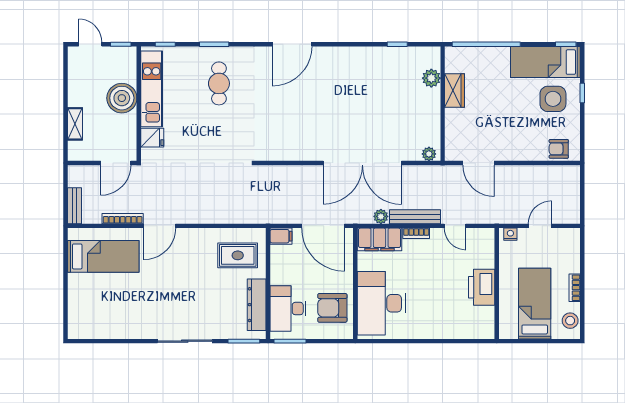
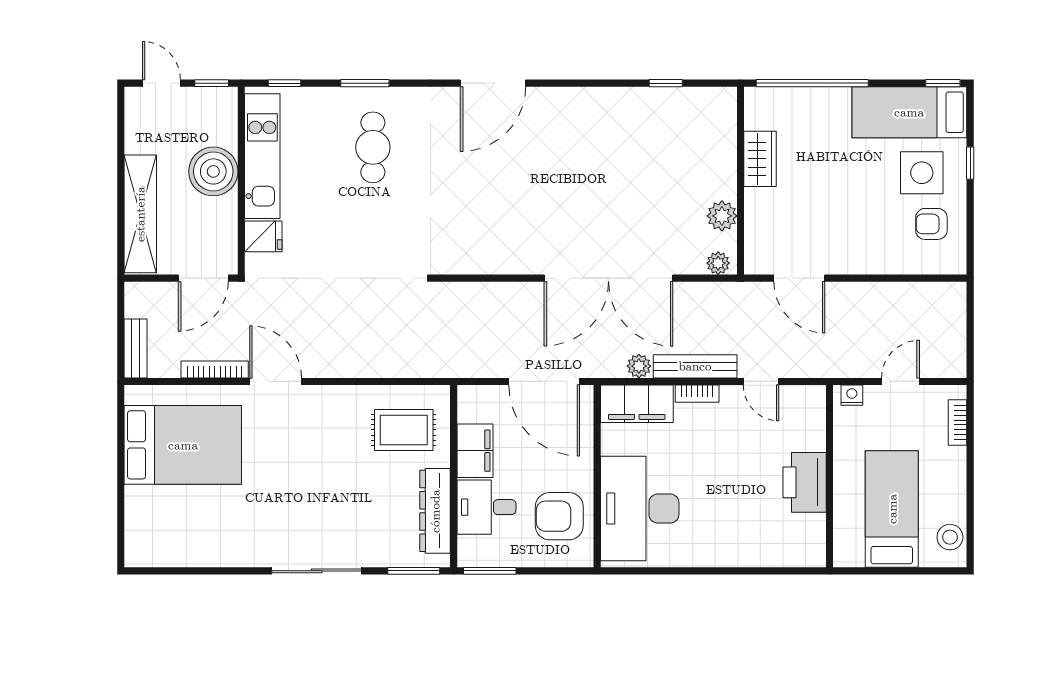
plant: (431, 78) -> (722, 216), moved
shelving: (75, 124) -> (140, 214), width x2.20, depth x1.33
armchair: (559, 149) -> (931, 224), moved
door: (160, 226) -> (276, 381), swing flipped
filing cabinet: (281, 236) -> (475, 451), moved, width x2.00
bed: (103, 256) -> (183, 445), width x1.50
bookcase: (575, 288) -> (957, 422), moved
desk: (288, 309) -> (486, 507), width x0.73

